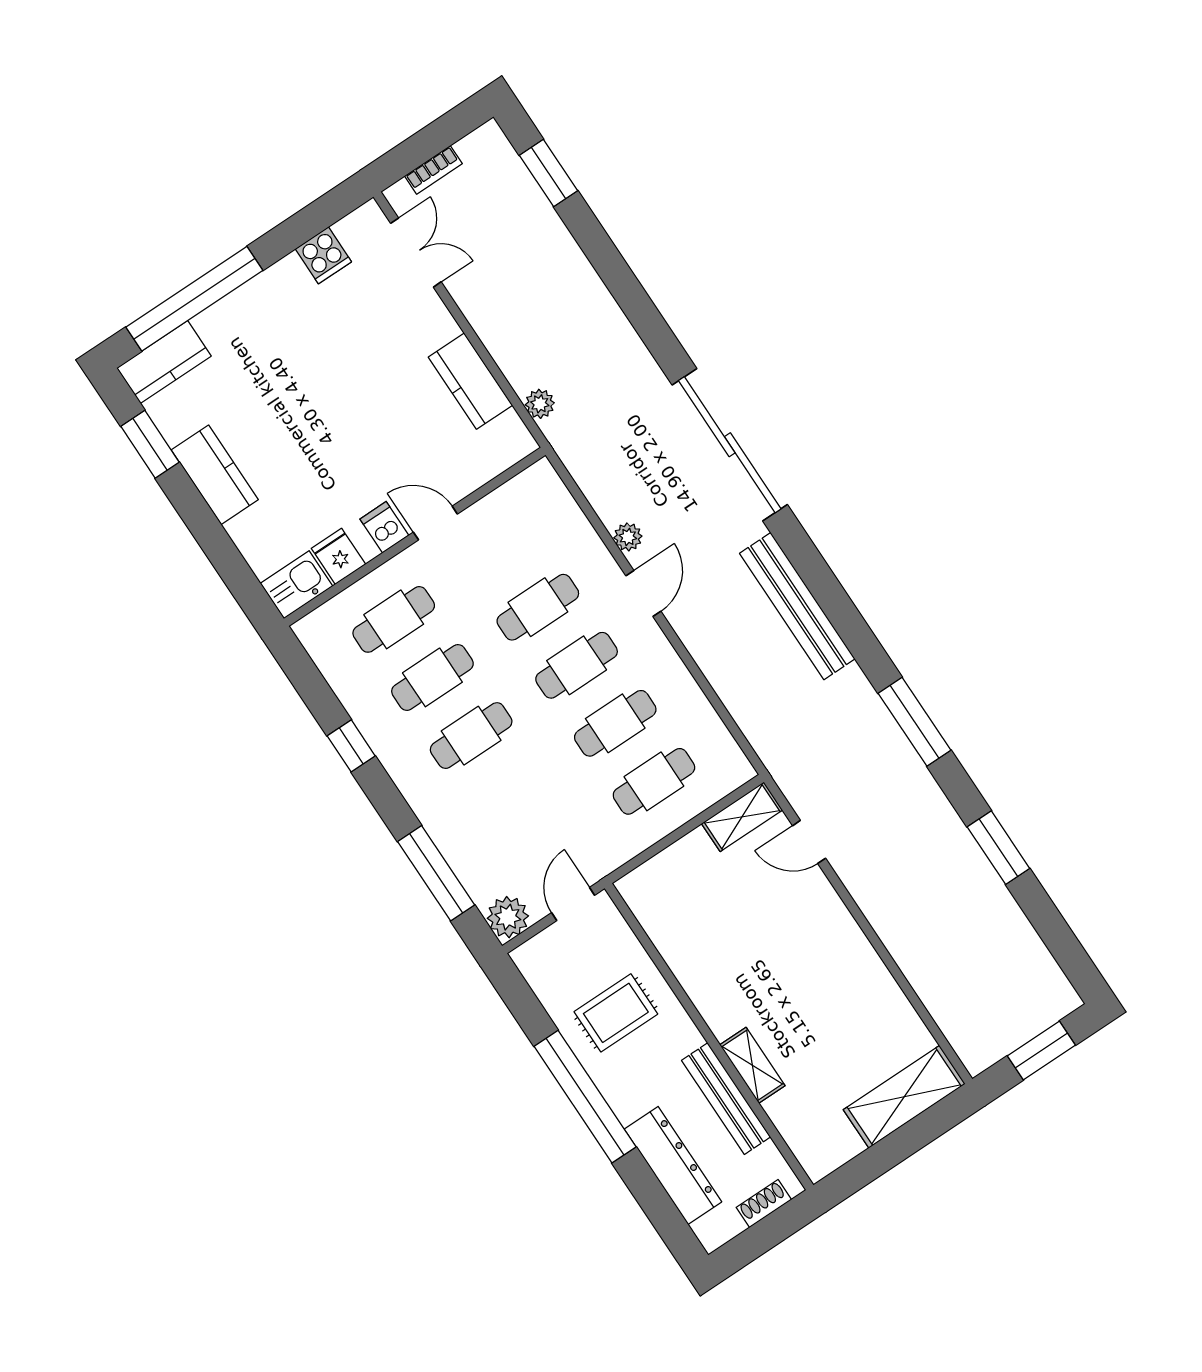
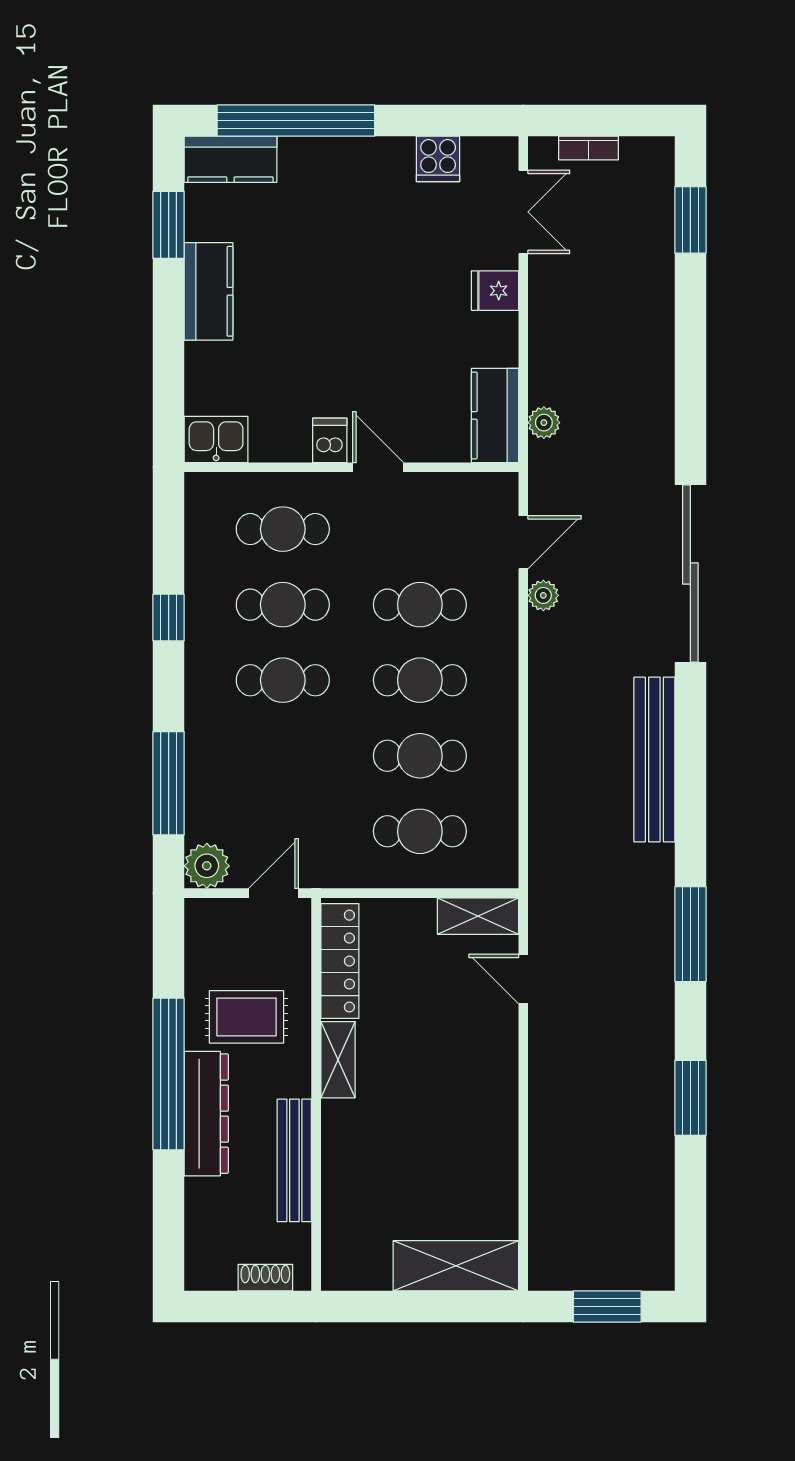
kitchen counter: (470, 381) -> (495, 415), moved
fridge: (338, 556) -> (495, 291), moved, turned -90
door: (643, 593) -> (523, 542), moved
locker: (659, 922) -> (340, 961), added
shelving: (752, 1065) -> (338, 1060), moved
dresser: (673, 1165) -> (206, 1114), moved

